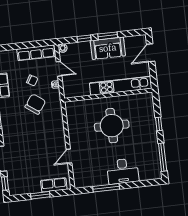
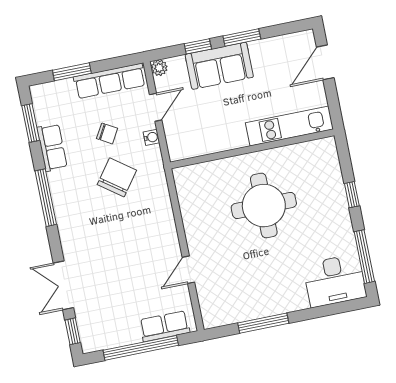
window: (16, 46) -> (72, 72), added
sofa: (108, 48) -> (219, 66), moved
door: (59, 69) -> (156, 107), hinge flipped
kitchen unit: (121, 86) -> (289, 126), width x0.73
desk: (123, 171) -> (335, 281), moved
window: (40, 195) -> (141, 348), width x2.11

